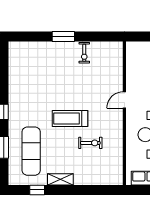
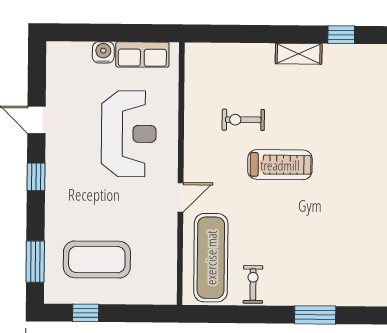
window: (63, 36) -> (315, 315), moved
exercise mat: (31, 151) -> (211, 258), moved

